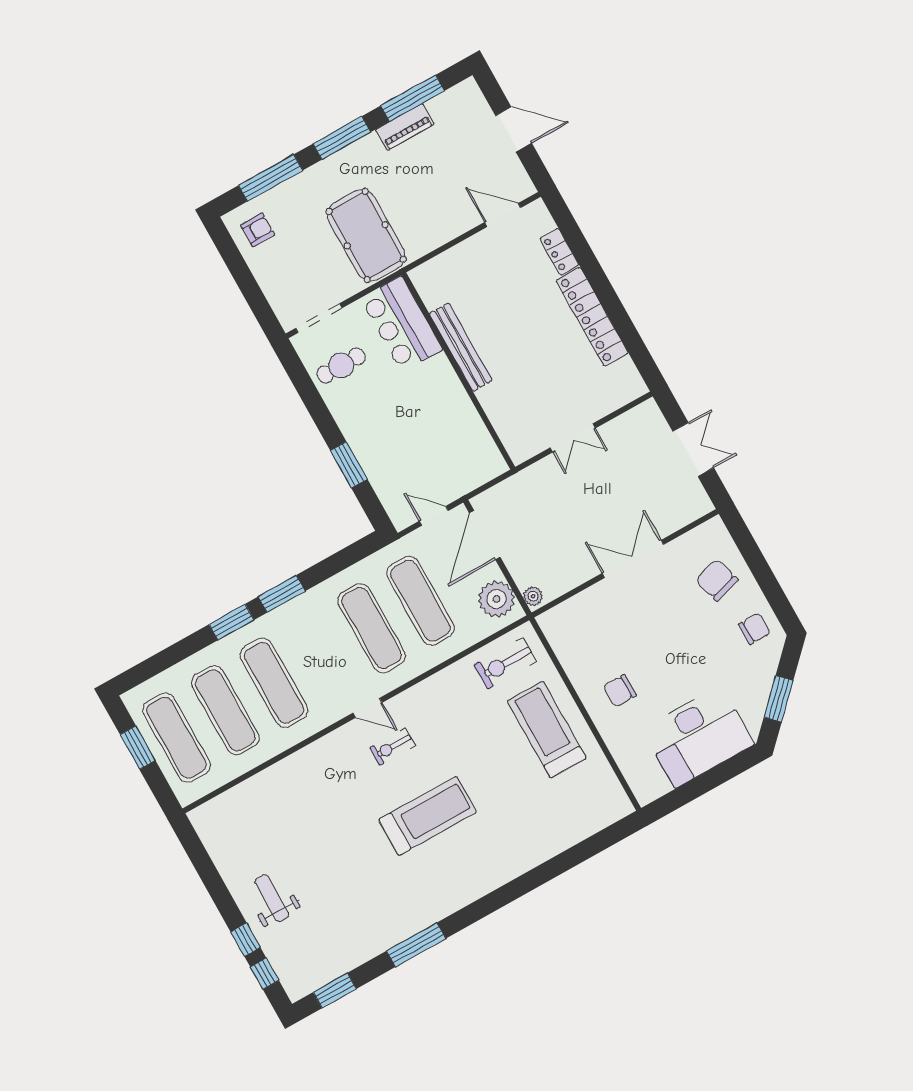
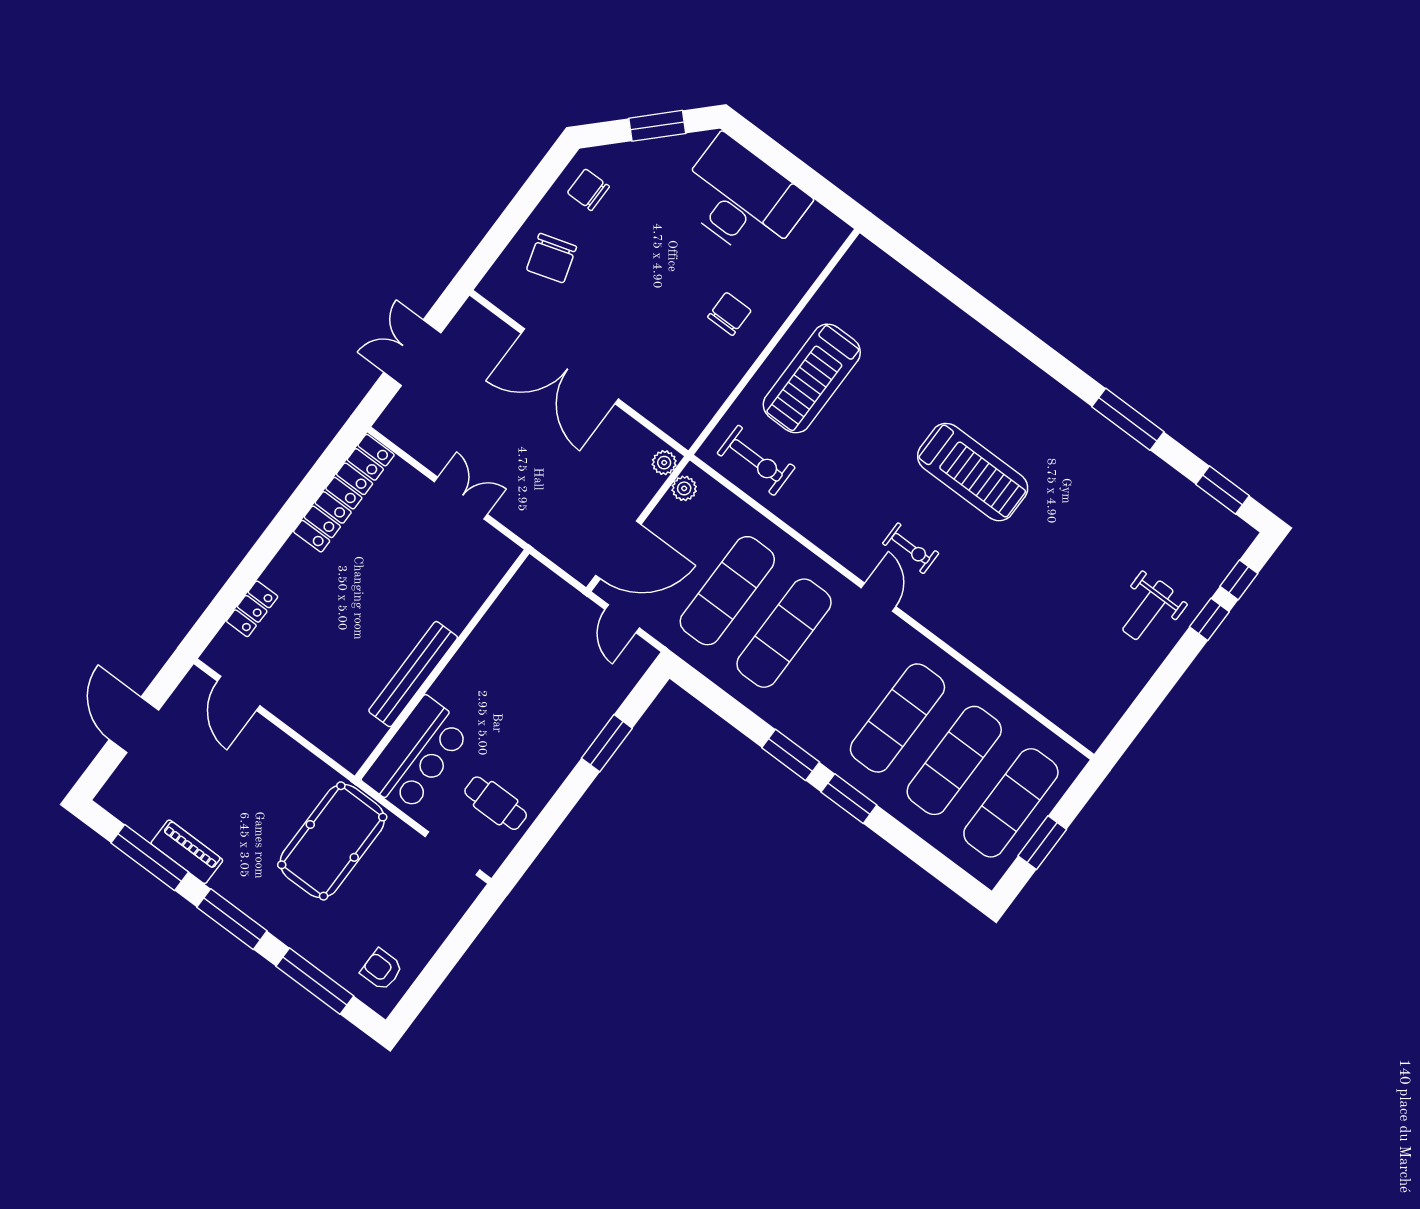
locker: (592, 317) -> (344, 493), moved
double door: (633, 559) -> (570, 366), width x1.36
plant: (496, 599) -> (684, 488), width x0.53, depth x0.53
chair: (620, 691) -> (729, 314), turned -90
treadmill: (428, 816) -> (973, 472), turned 180

